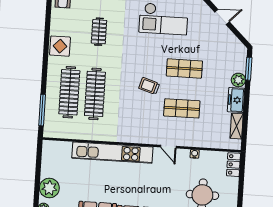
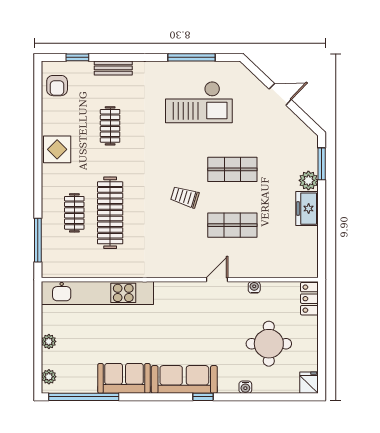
clothes rail: (69, 92) -> (74, 213), width x0.54, depth x0.76
shelving: (237, 126) -> (310, 245), removed
door: (168, 147) -> (217, 280), swing flipped
kitchen unit: (112, 153) -> (98, 293), moved
plant: (49, 188) -> (49, 341), width x0.53, depth x0.53

